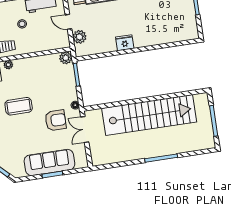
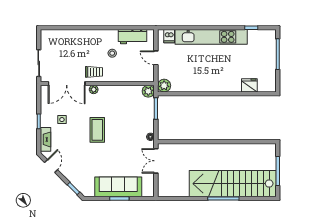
plant: (79, 37) -> (164, 86), moved
fridge: (125, 43) -> (249, 85), moved
coffee table: (19, 106) -> (97, 130), turned 90
stairs: (149, 115) -> (233, 184), moved, turned 180
armchair: (56, 120) -> (130, 148), removed

